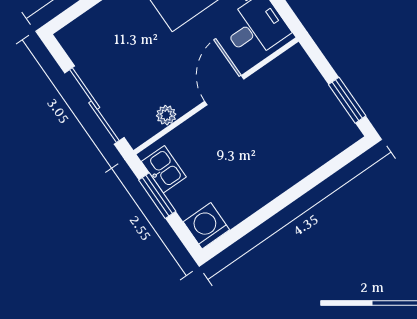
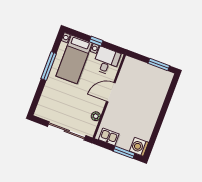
door: (224, 90) -> (111, 92), hinge flipped
window: (157, 196) -> (124, 152), moved

